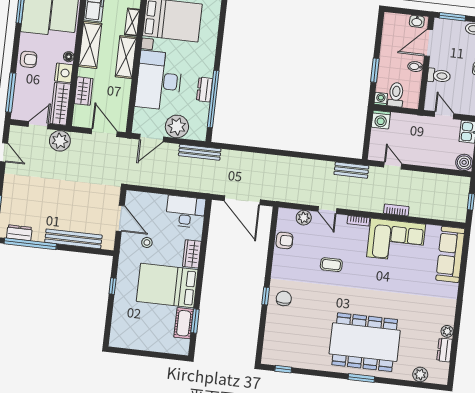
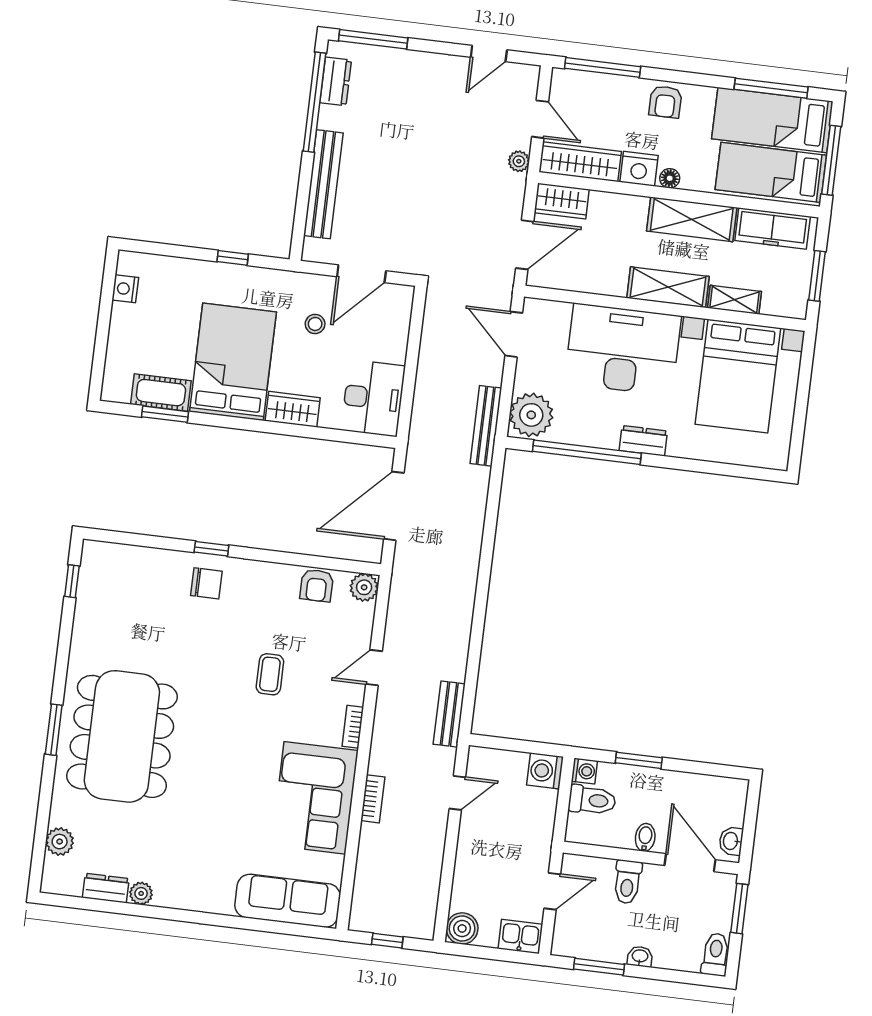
dresser: (205, 90) -> (643, 441), moved
wardrobe: (84, 91) -> (562, 201), moved
plant: (177, 126) -> (531, 415), moved
plant: (60, 141) -> (519, 161), width x0.53, depth x0.53
plant: (304, 218) -> (364, 587), moved
nightstand: (129, 342) -> (125, 289), added

